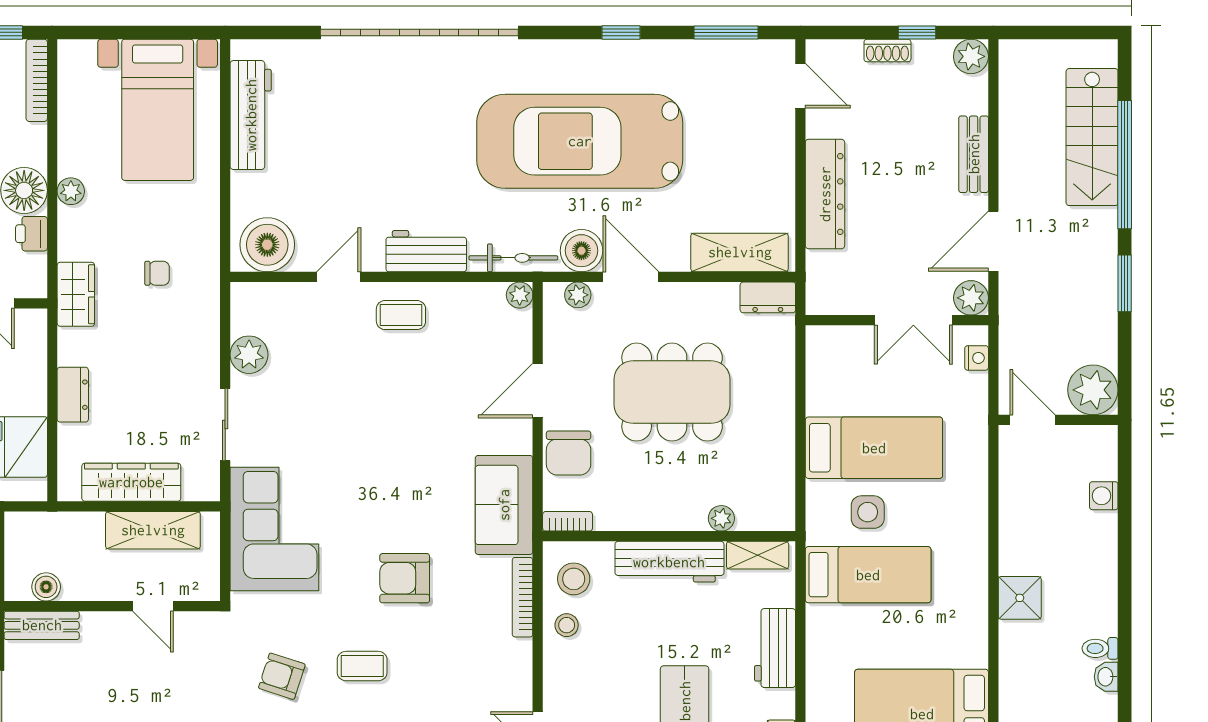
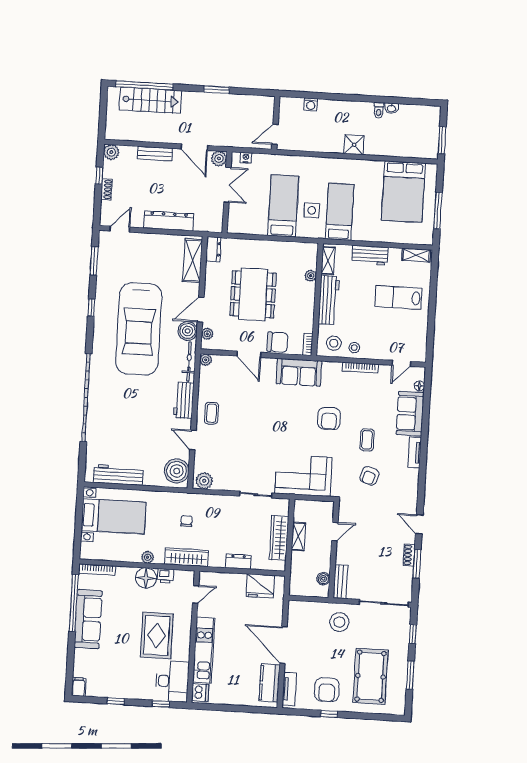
window: (1125, 165) -> (144, 85), moved
wardrobe: (76, 294) -> (186, 557), width x1.50
plant: (249, 355) -> (204, 481), moved
plant: (1093, 390) -> (263, 107), removed
shelving: (153, 530) -> (298, 536), width x0.67, depth x0.75
bookcase: (523, 597) -> (360, 368), moved

